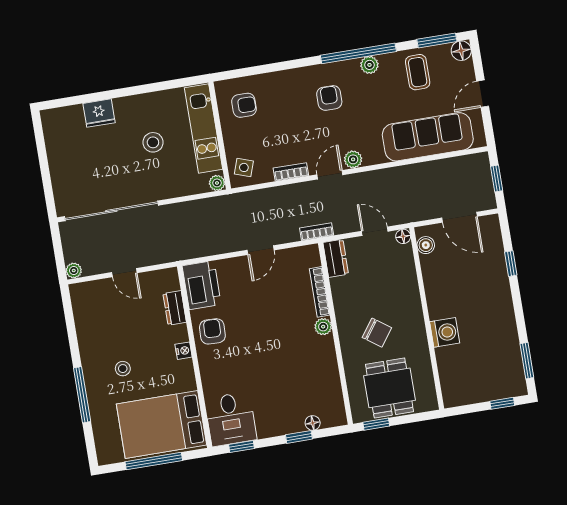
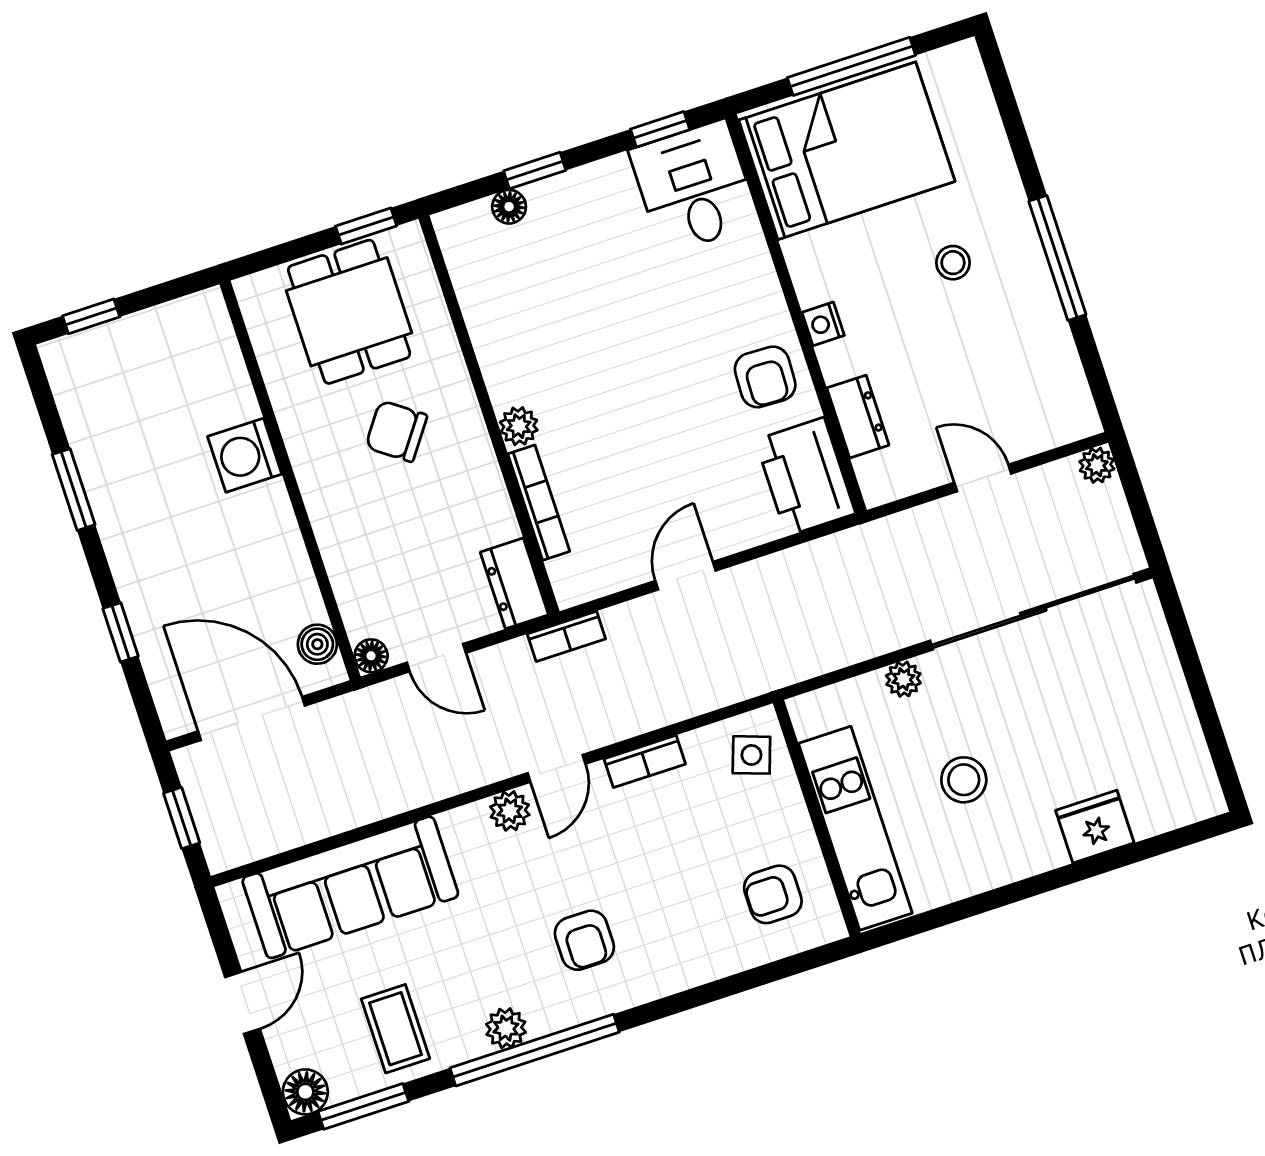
plant: (217, 183) -> (903, 679), moved
door: (459, 217) -> (252, 718), width x1.36
window: (527, 361) -> (74, 490), moved
window: (82, 395) -> (1057, 258), moved

